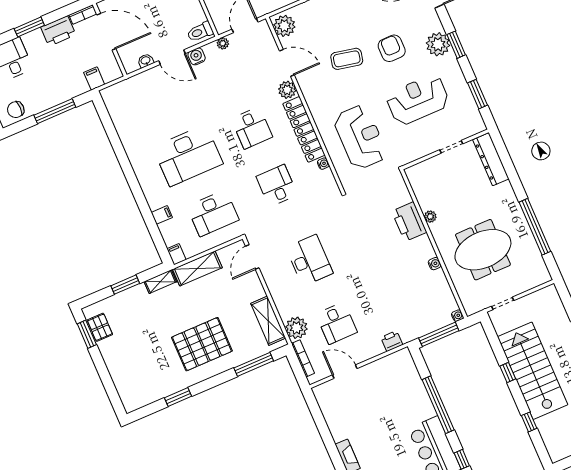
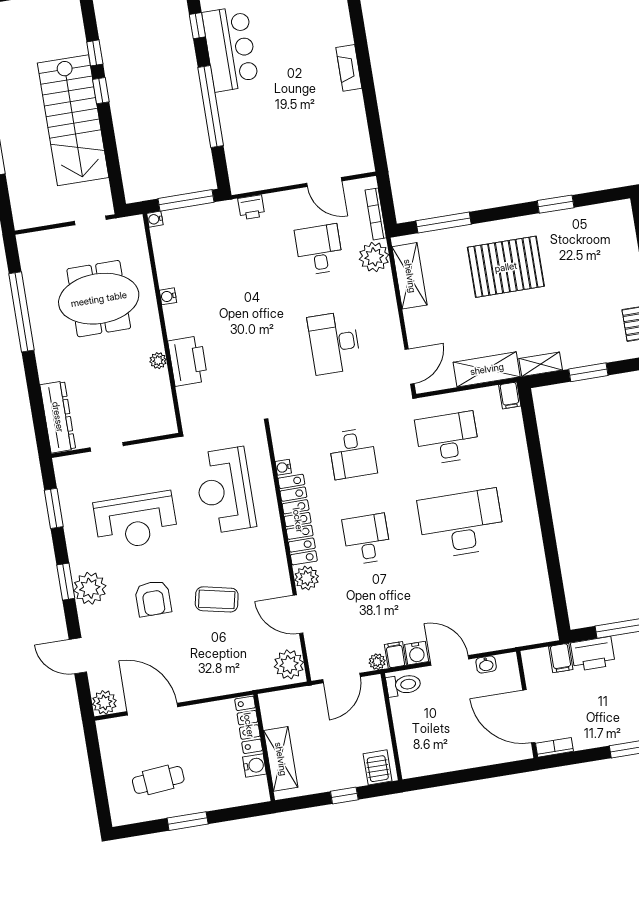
printer: (58, 31) -> (593, 654), moved, turned 180
filing cabinet: (162, 215) -> (395, 655), moved, turned 90
window: (508, 372) -> (101, 91), moved

